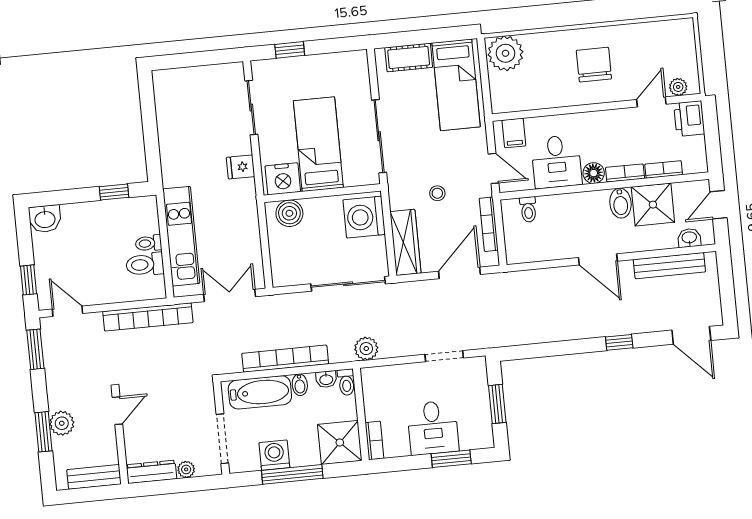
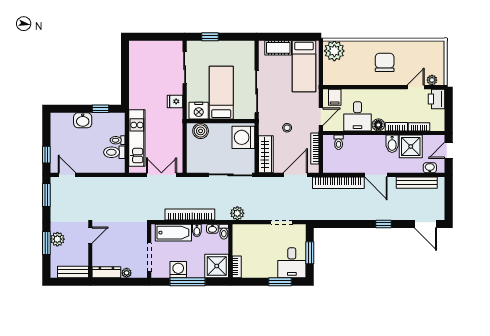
door: (494, 168) -> (321, 117), hinge flipped
washbasin: (45, 219) -> (83, 120), moved
bookcase: (148, 317) -> (338, 183), moved
desk: (433, 428) -> (292, 263), moved

